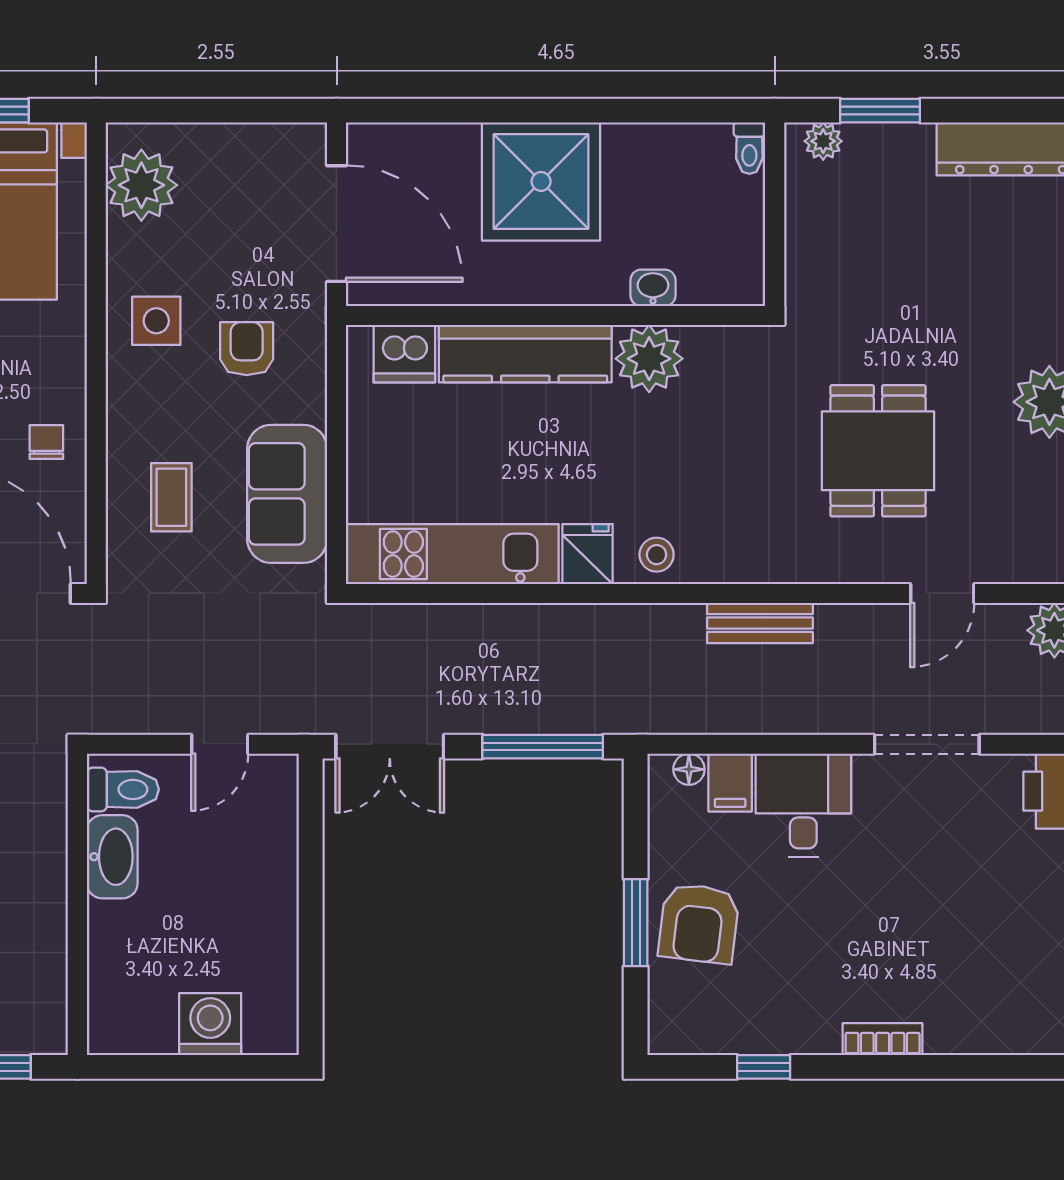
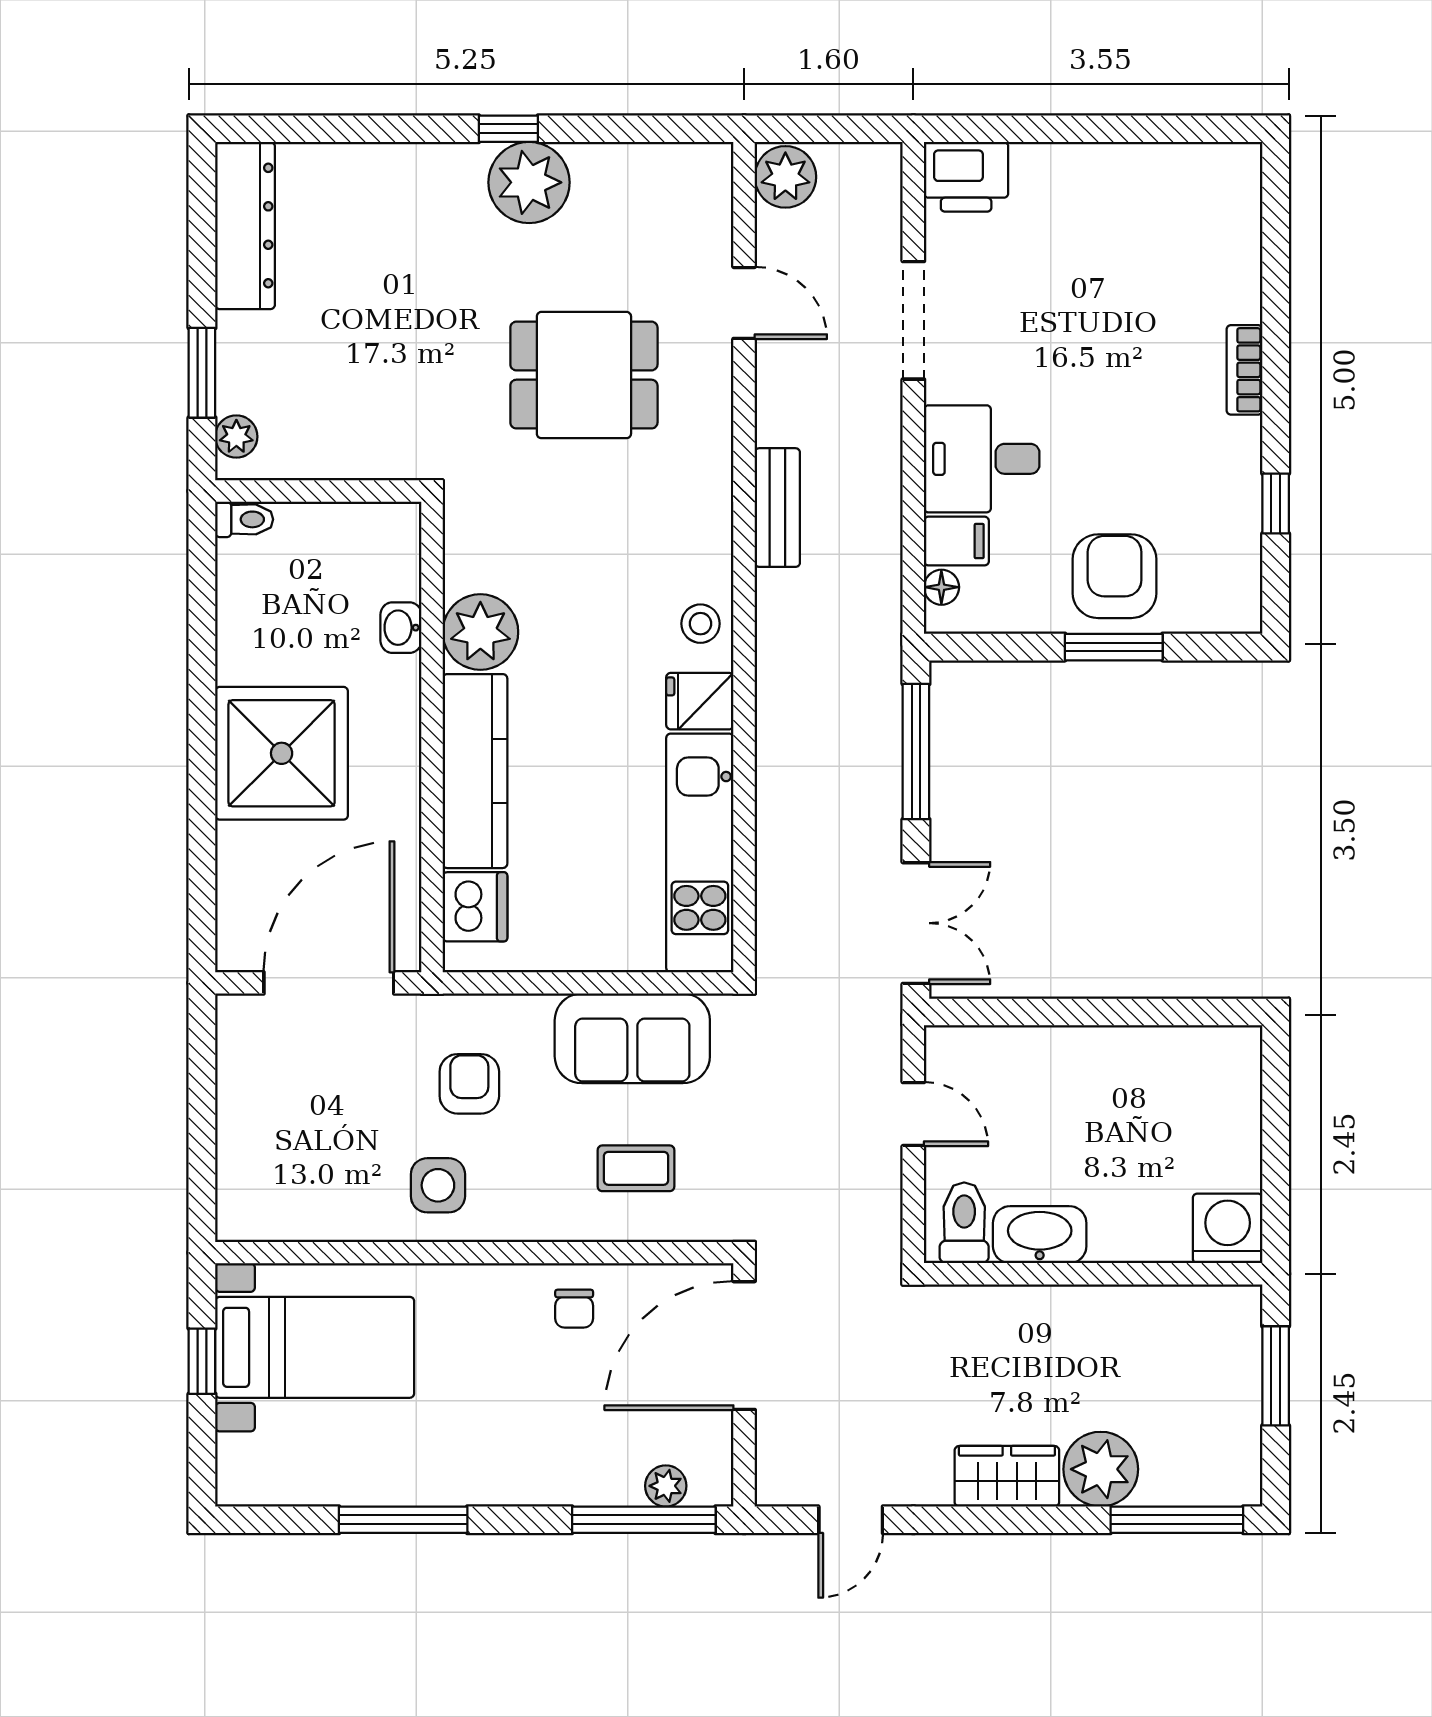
plant: (141, 185) -> (286, 1202), removed
armchair: (247, 349) -> (469, 1084), turned 90
chair: (46, 442) -> (574, 1309), turned -90
armchair: (699, 923) -> (1115, 576), turned -97
washing machine: (210, 1024) -> (1228, 1228), moved, turned 90

